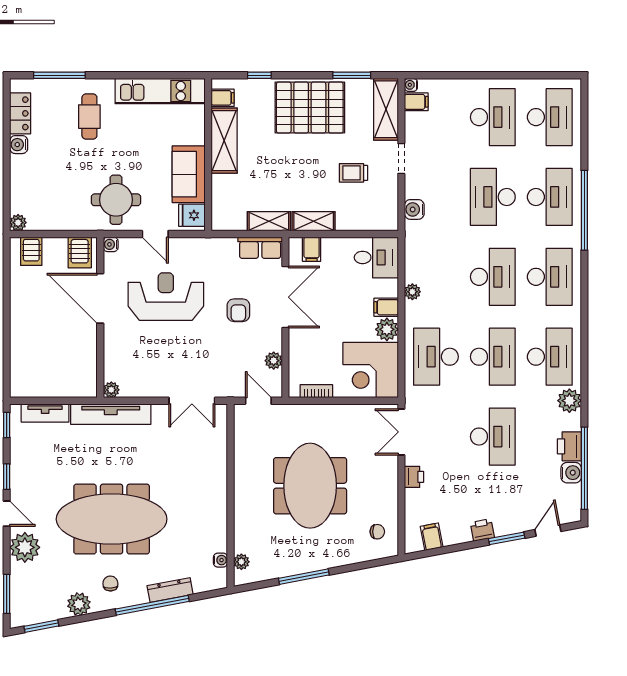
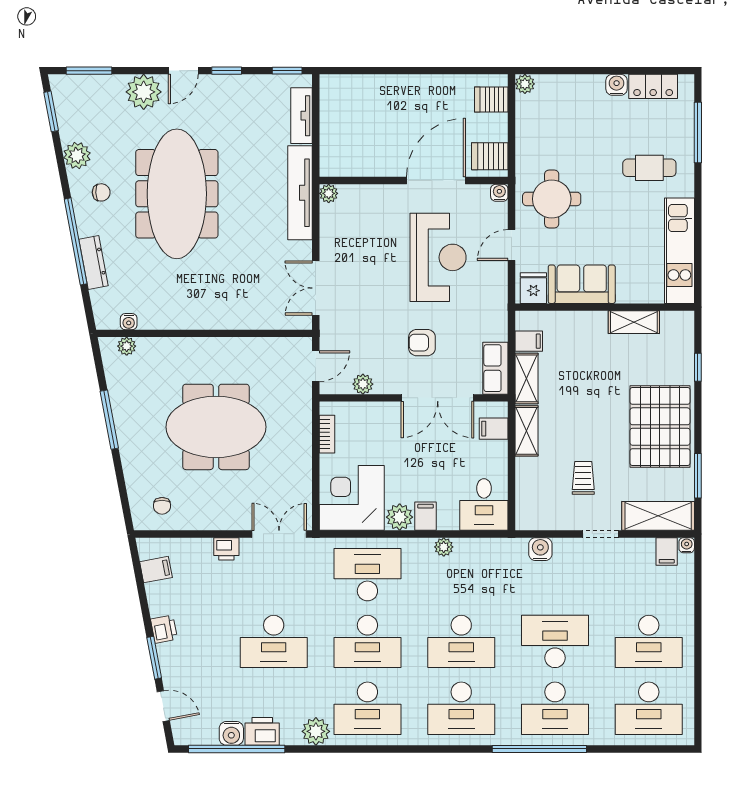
filing cabinet: (223, 98) -> (529, 341), moved, turned -90
shelving: (224, 141) -> (634, 322), width x0.67, depth x0.75

